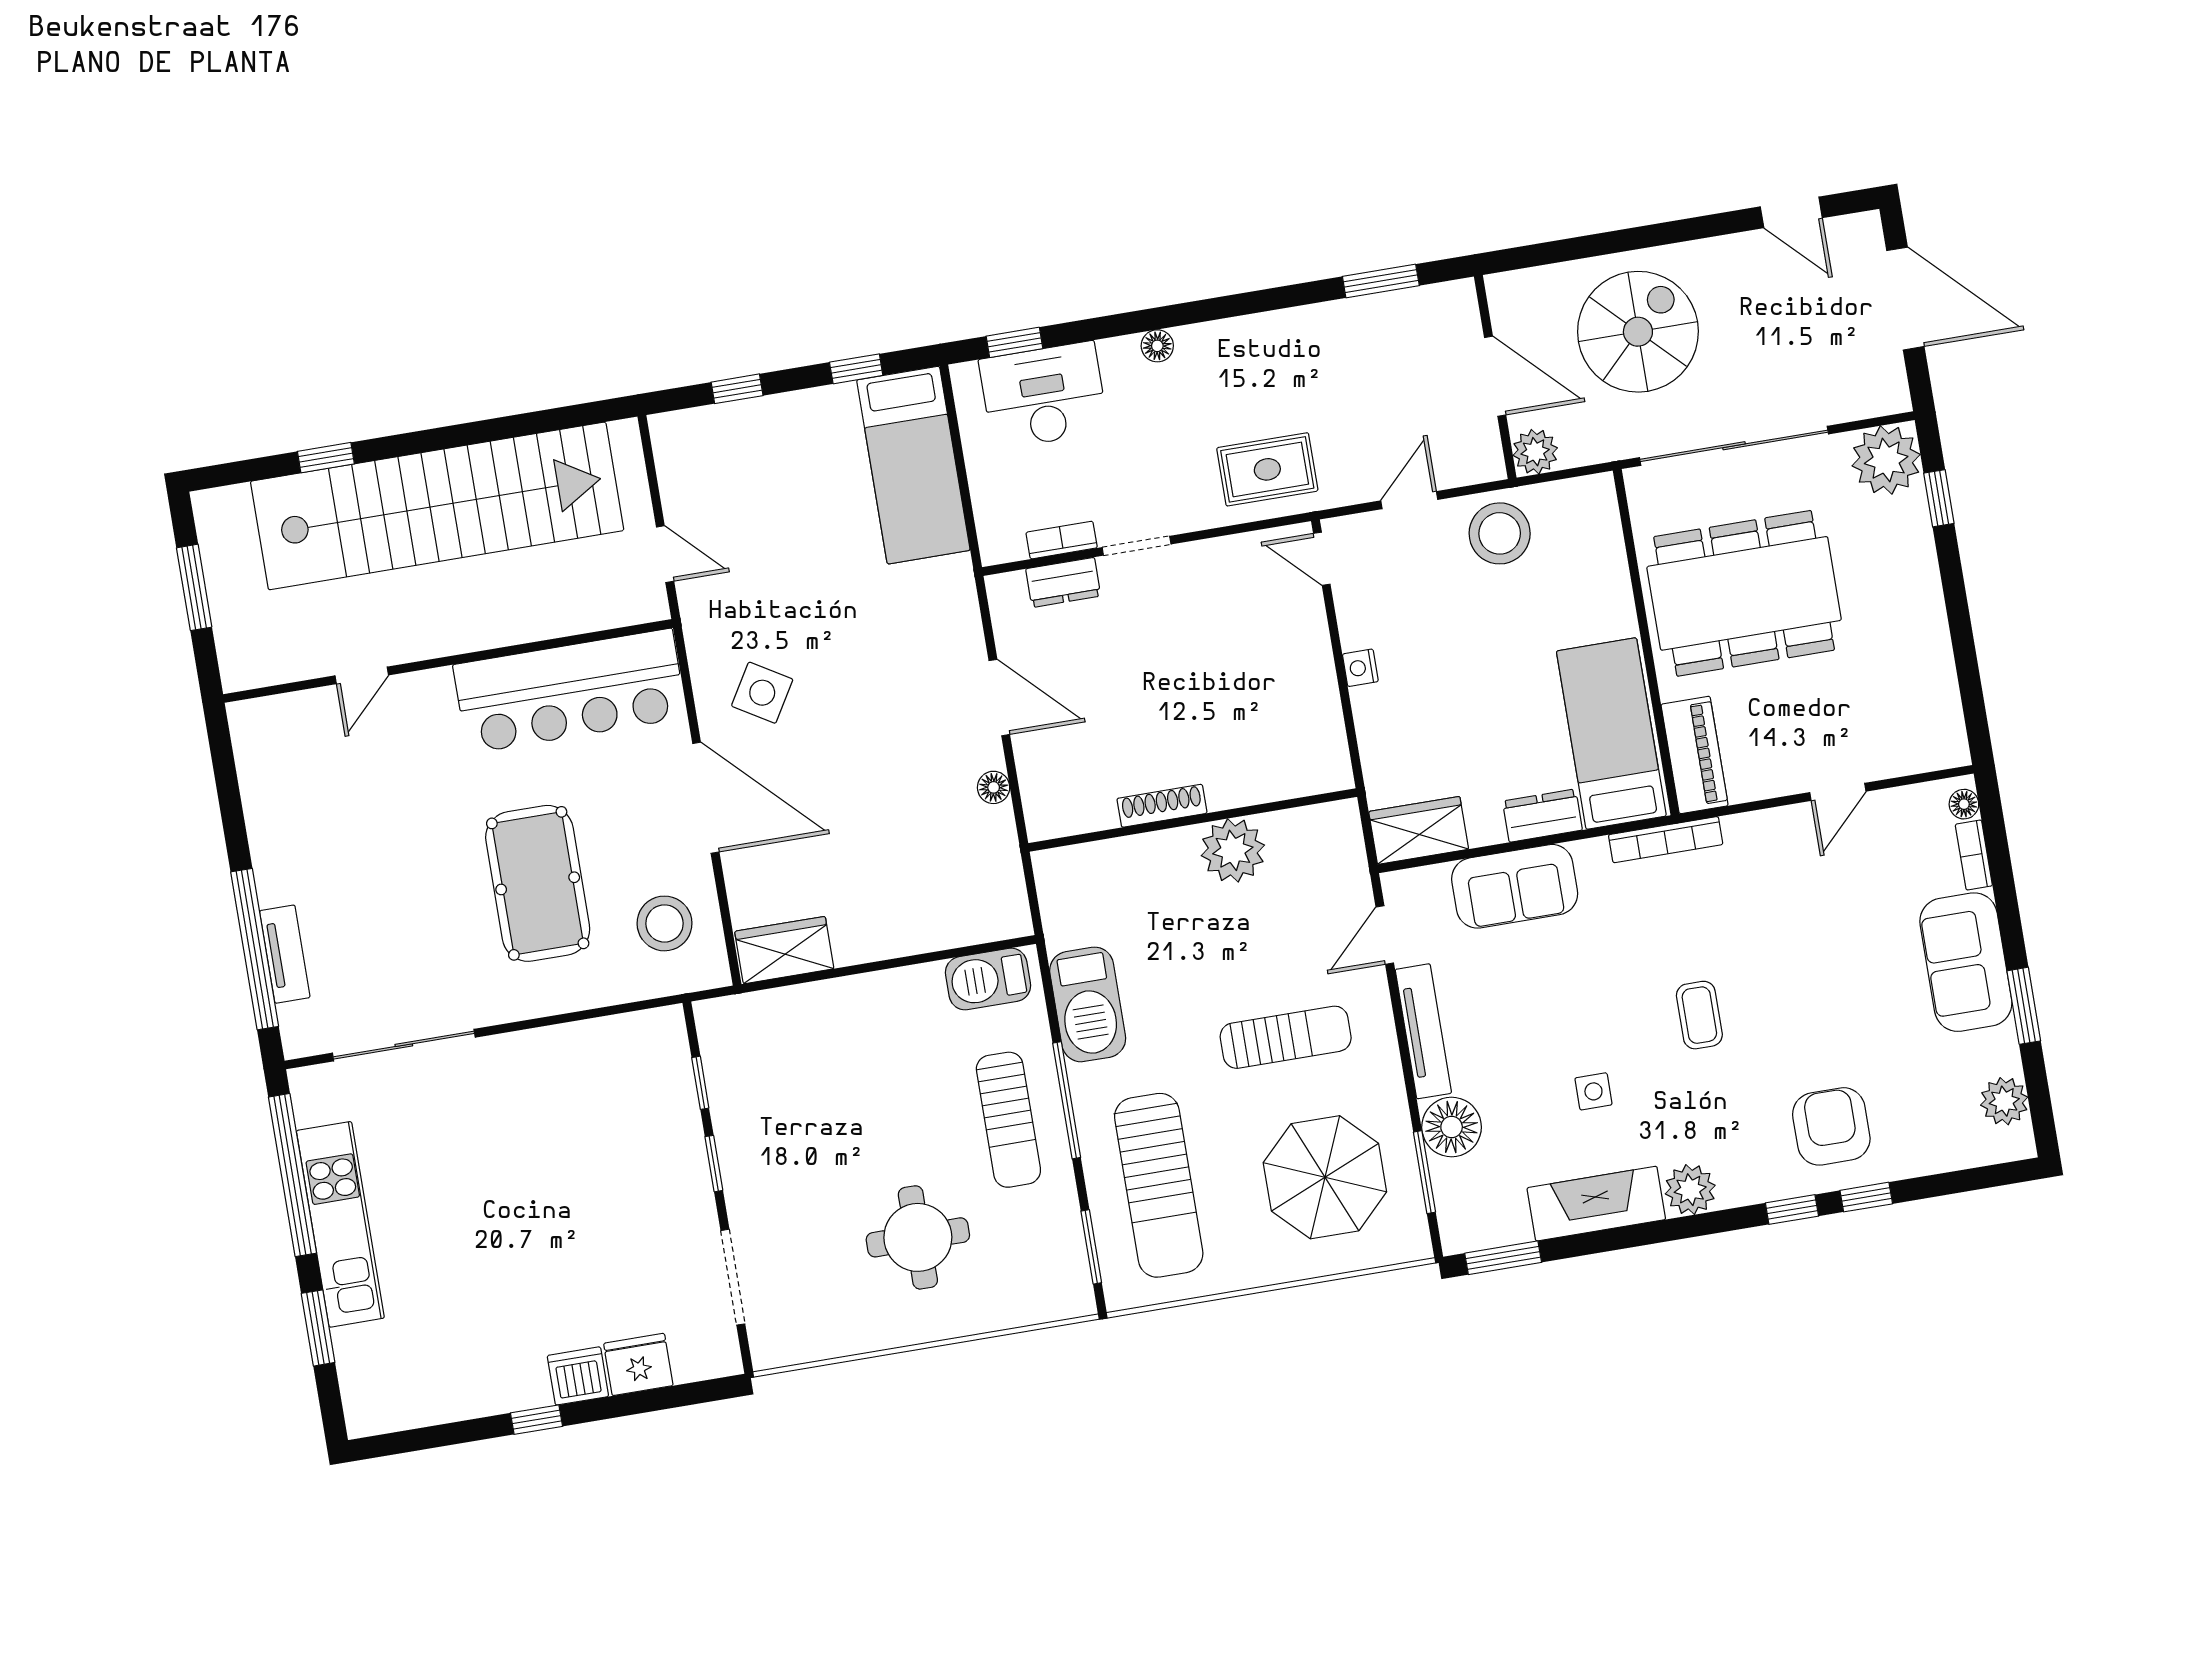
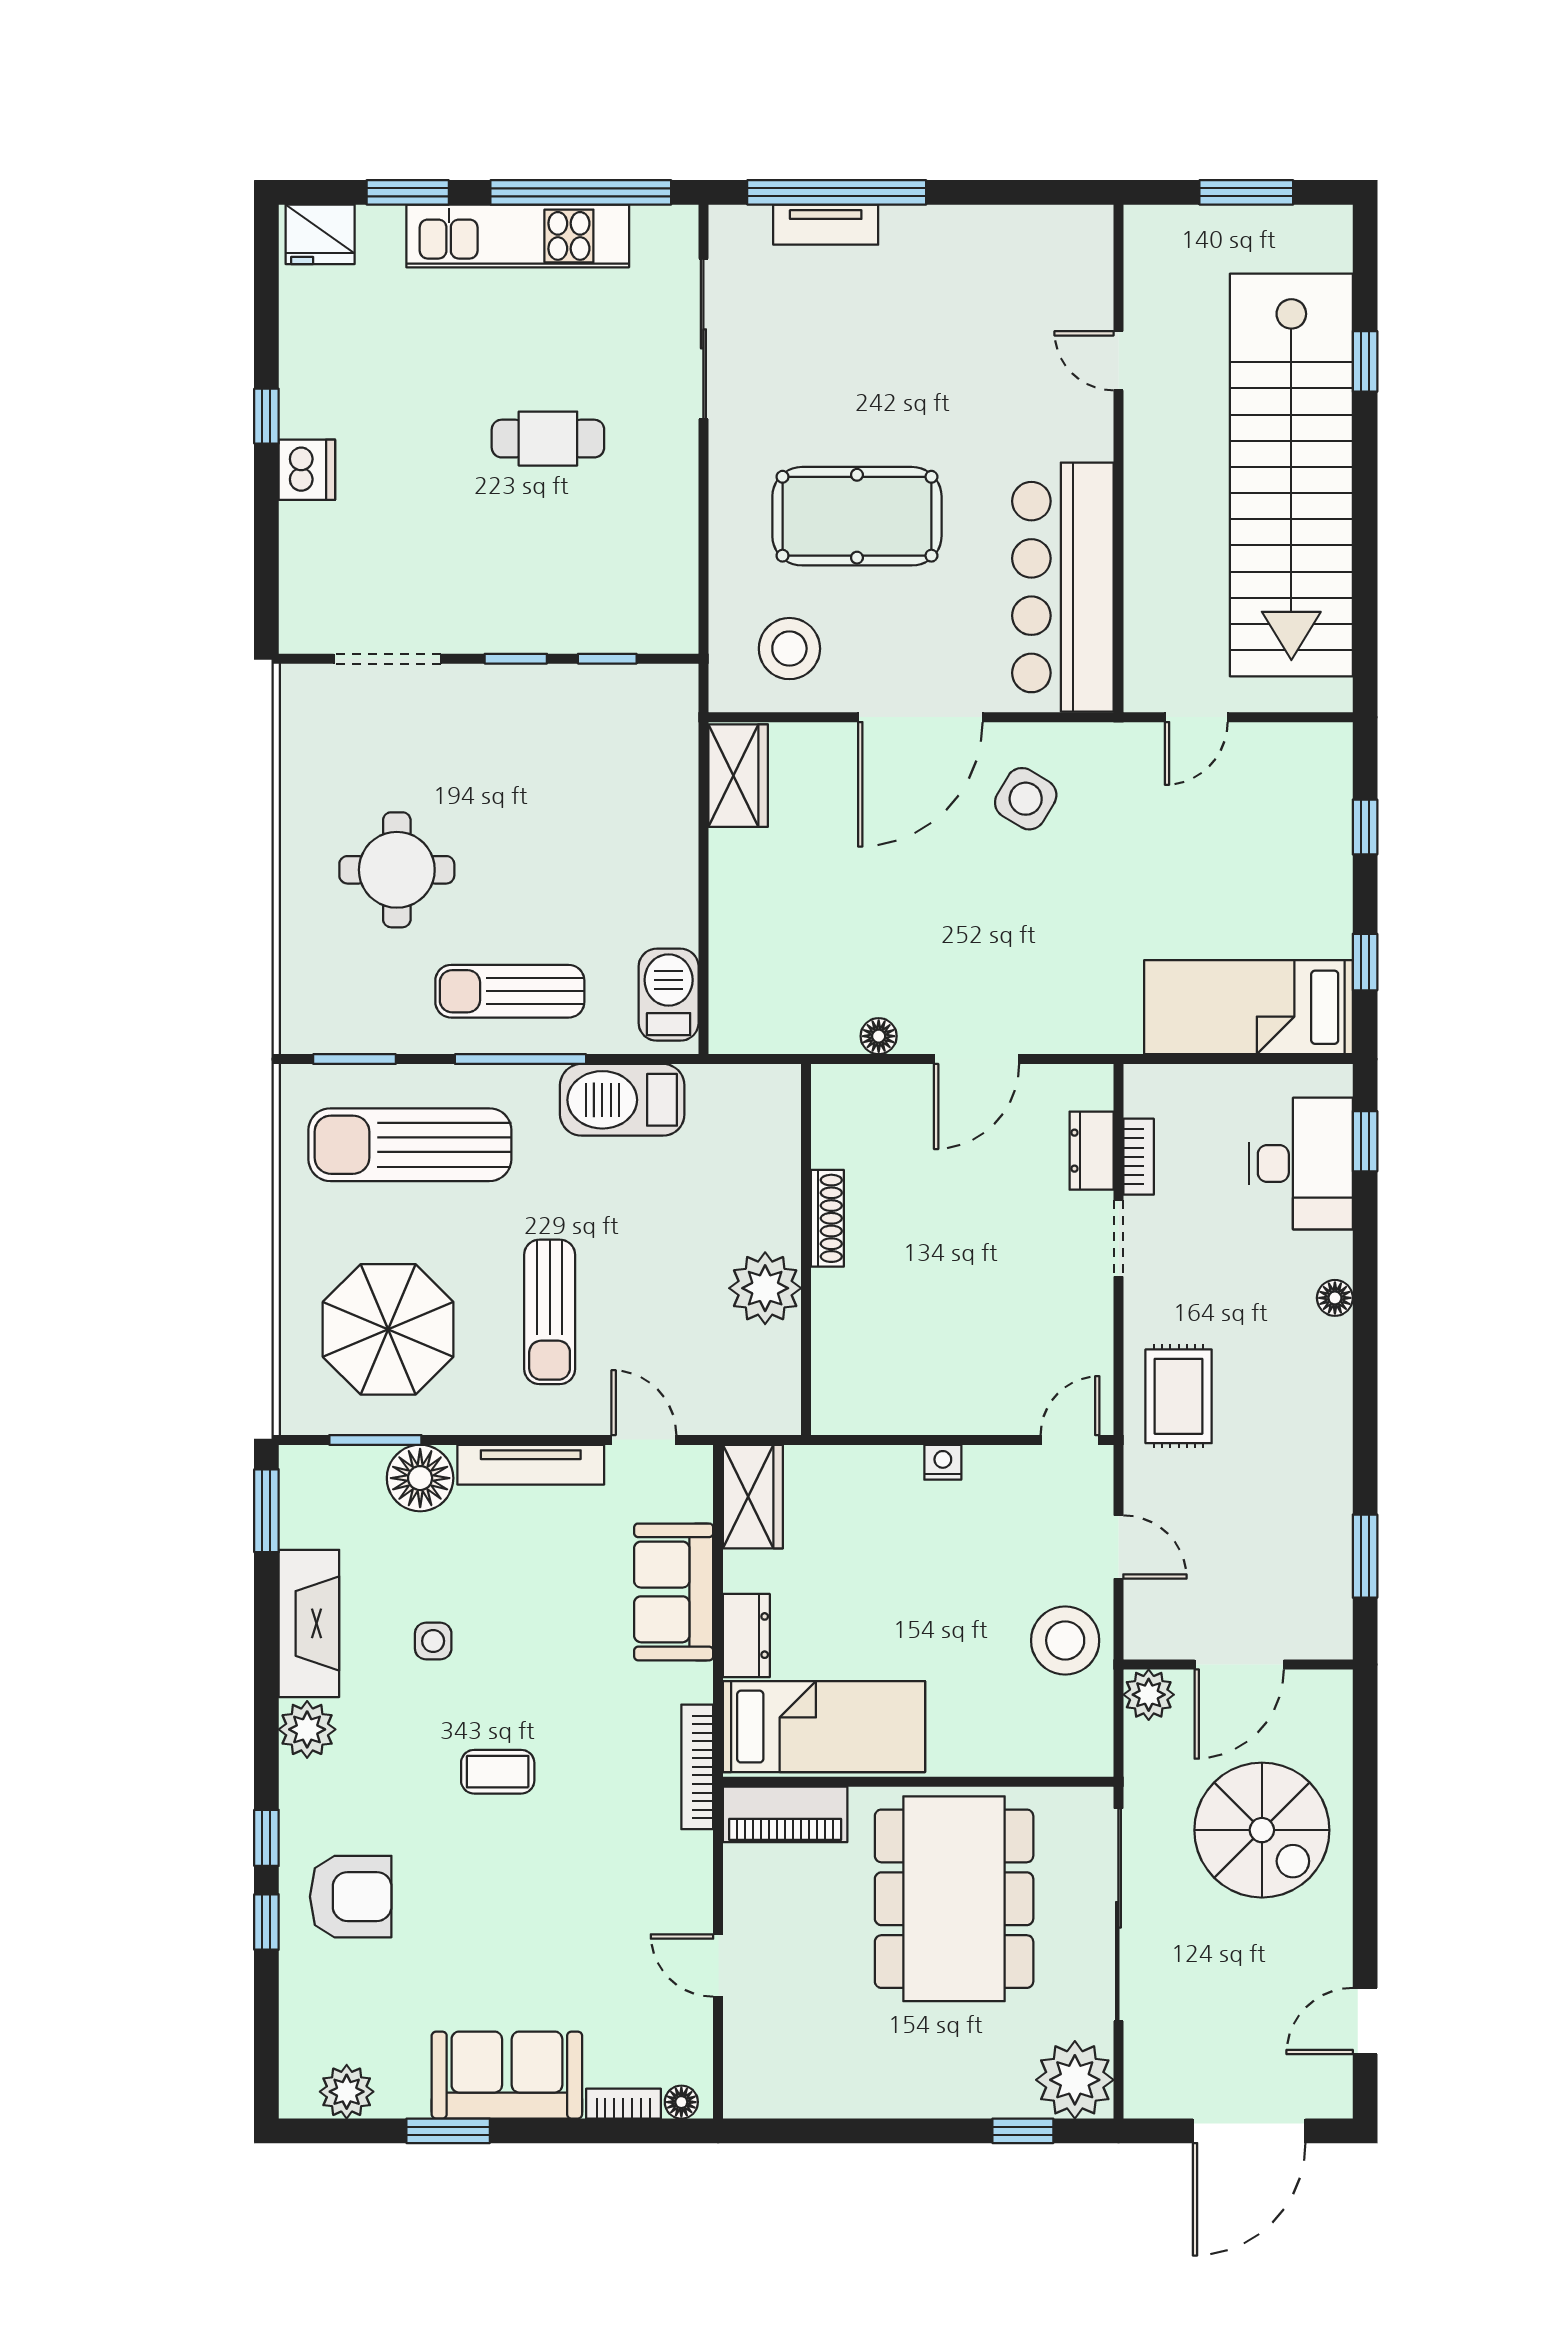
cafe table: (515, 1168) -> (548, 439), added
fridge: (638, 1364) -> (320, 234), moved, turned 90

